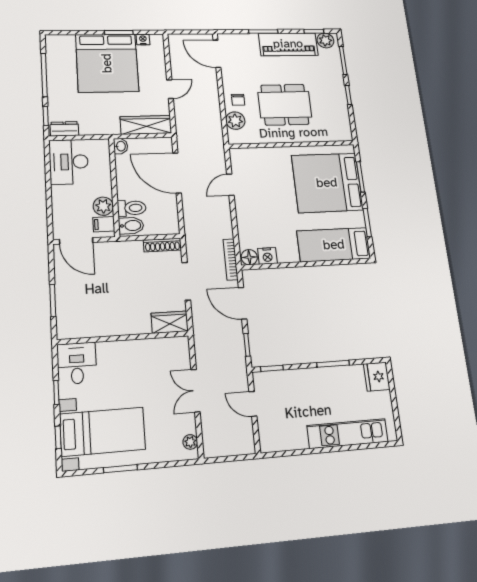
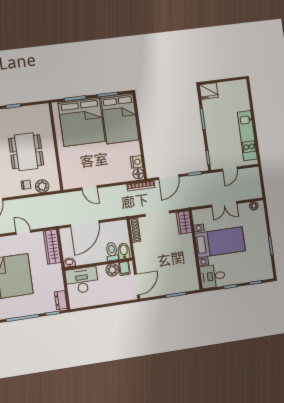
desk: (69, 162) -> (82, 280), moved, turned 180
bed: (334, 245) -> (120, 118), width x1.50
bed with nightstands: (103, 432) -> (220, 242), moved, turned 90
kitchen unit: (348, 434) -> (247, 136), moved

